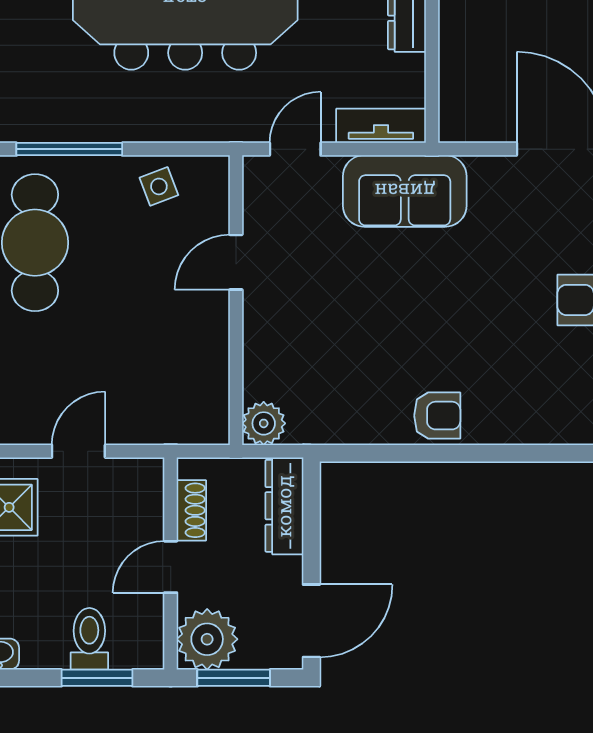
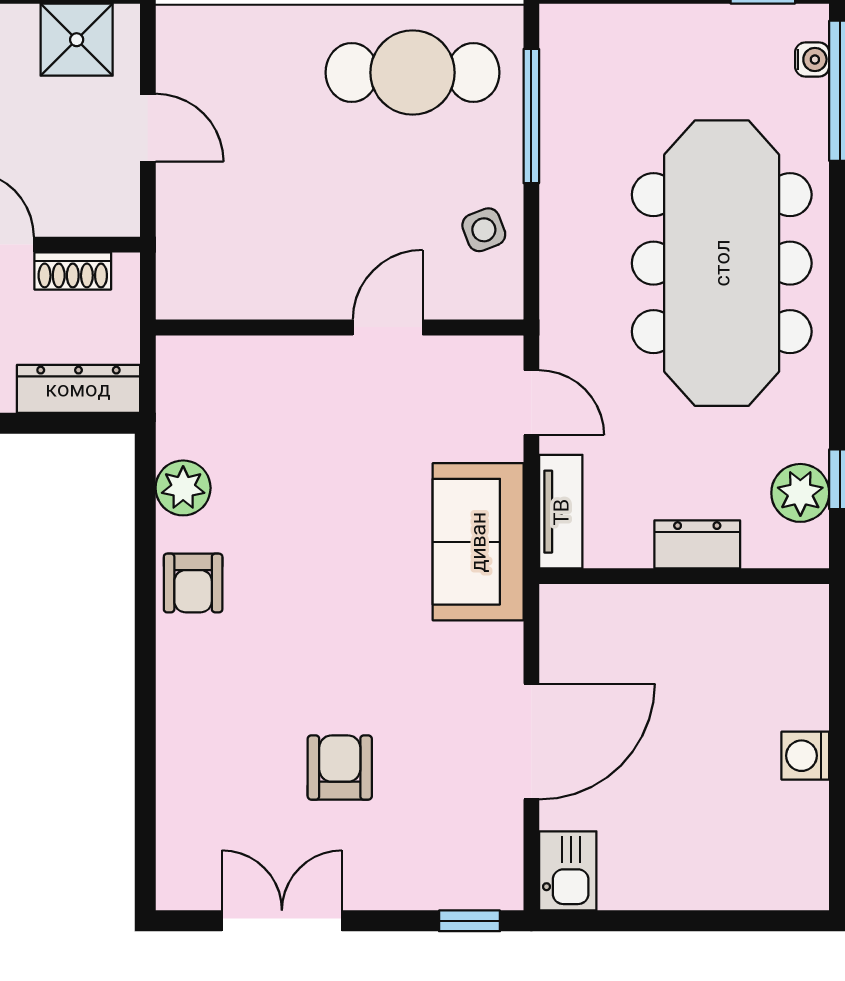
door: (236, 262) -> (388, 327), hinge flipped
plant: (264, 423) -> (183, 488), moved

